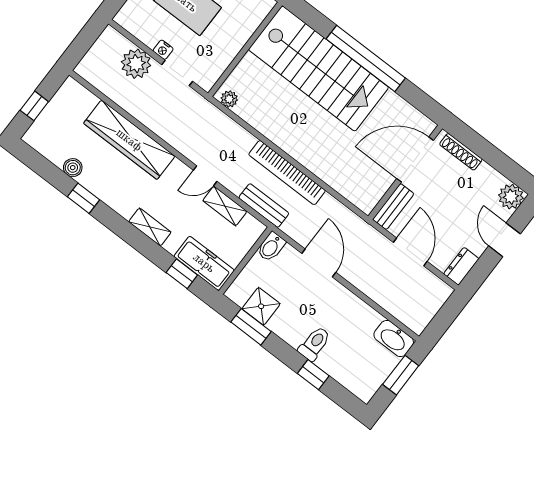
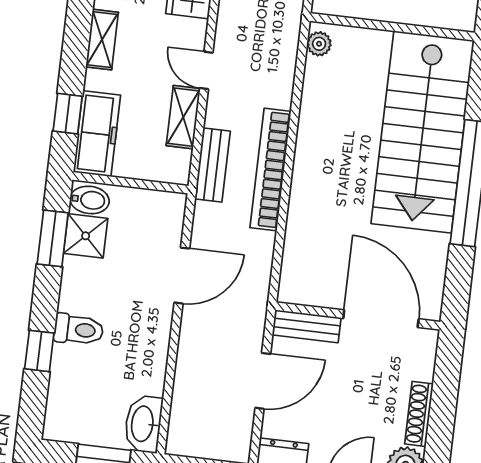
shoe rack: (461, 152) -> (419, 414), moved
bidet: (271, 247) -> (90, 200), moved, turned 180

